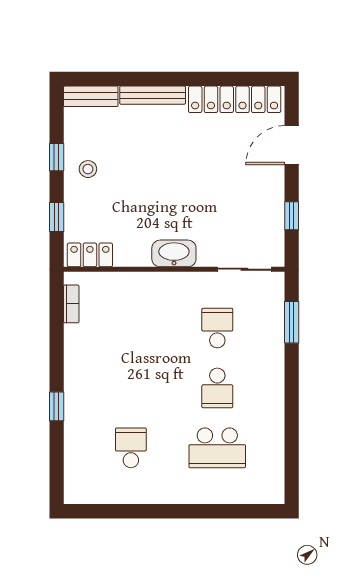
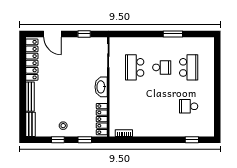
locker: (90, 255) -> (102, 119), width x1.53
window: (292, 322) -> (173, 34), moved
school desk: (217, 328) -> (135, 67), width x1.85
window: (57, 406) -> (192, 140), moved

